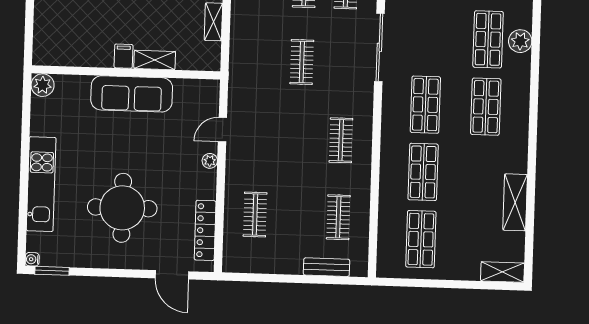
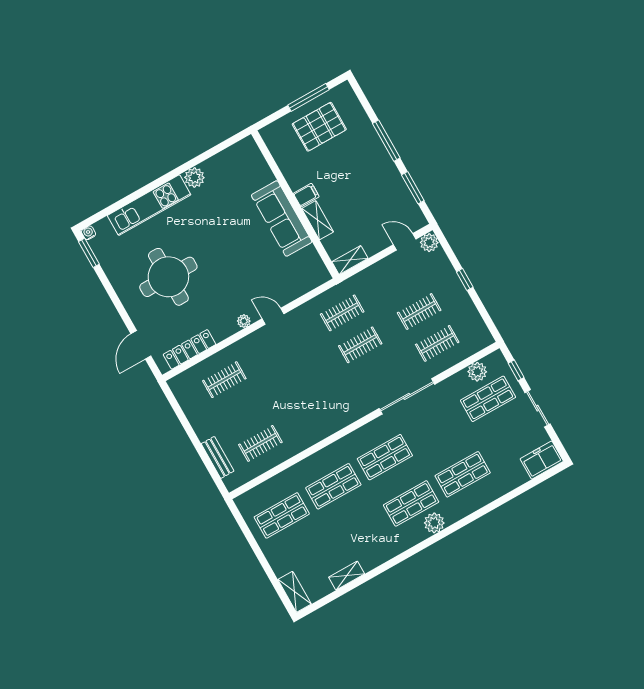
plant: (520, 41) -> (434, 523), moved
filing cabinet: (123, 56) -> (306, 195), moved
shelving: (155, 60) -> (318, 220), moved
wall: (126, 72) -> (295, 204), moved
plant: (43, 85) -> (194, 178), moved
sofa: (132, 94) -> (282, 218), moved
clothes rail: (341, 140) -> (342, 313), moved
shelving: (515, 202) -> (347, 576), width x0.67, depth x0.75

